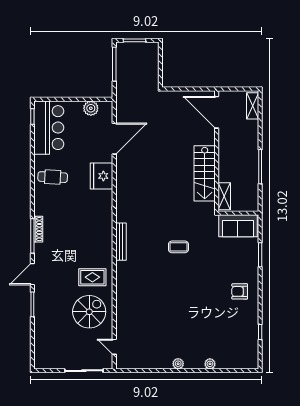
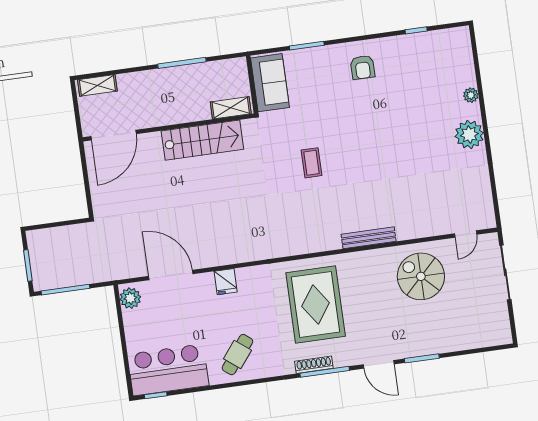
plant: (91, 108) -> (130, 298), moved
fridge: (102, 176) -> (226, 282), width x0.53, depth x0.75
cafe table: (53, 177) -> (237, 355), turned 35
bench: (121, 242) -> (369, 238), moved
rug: (92, 277) -> (316, 305), moved, width x1.86, depth x2.06
plant: (178, 364) -> (469, 135), width x1.87, depth x1.87

